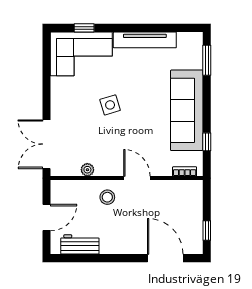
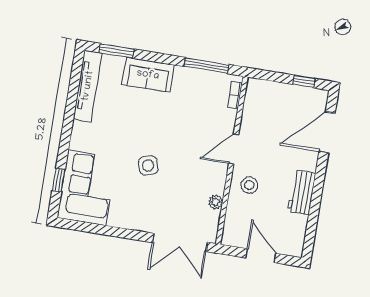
tv unit: (145, 40) -> (88, 86), moved
sofa: (187, 110) -> (148, 75), width x0.54, depth x0.79
window: (207, 142) -> (206, 66), width x2.17
workbench: (80, 244) -> (302, 192), moved

